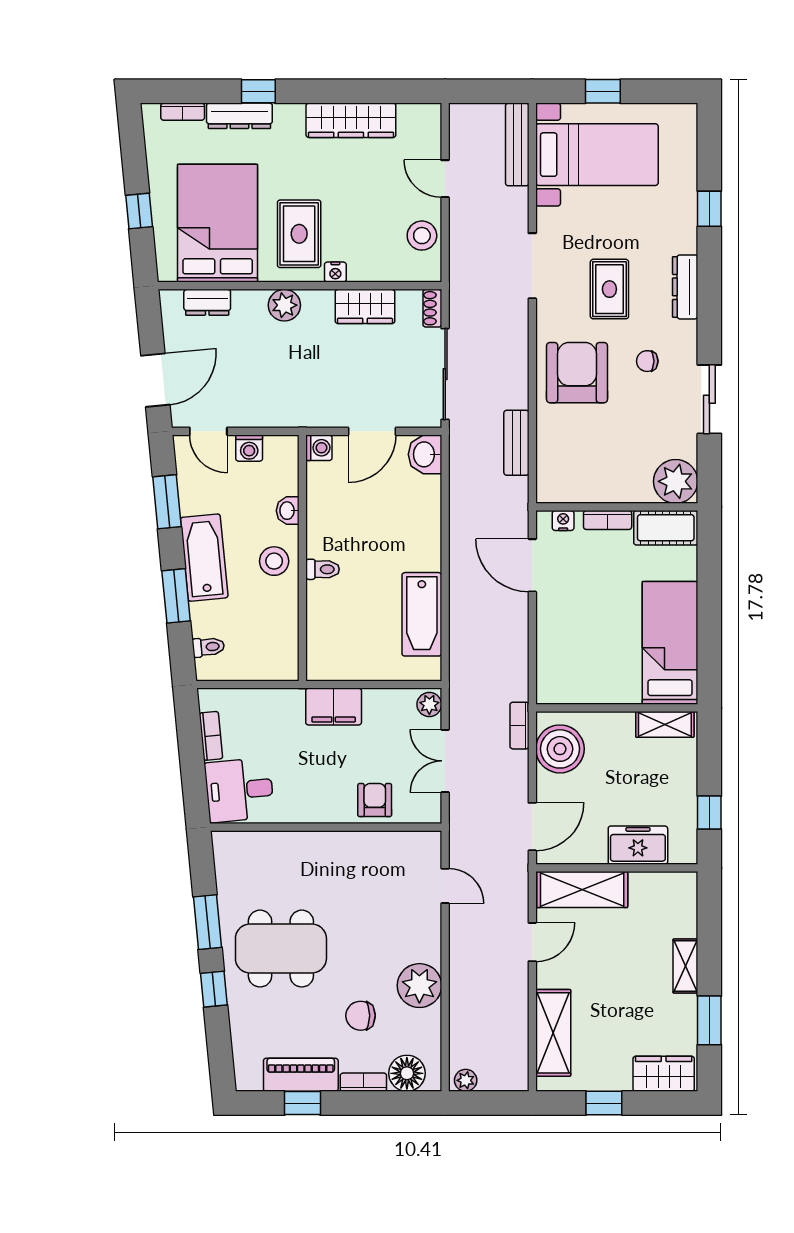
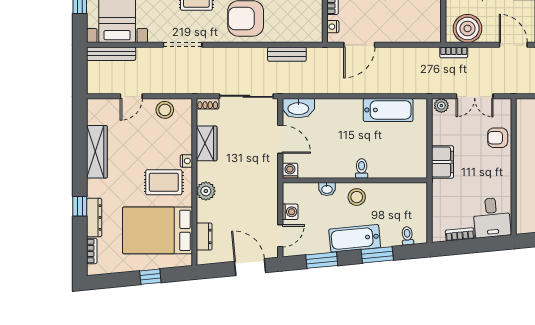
washbasin: (425, 454) -> (298, 108), width x1.38

